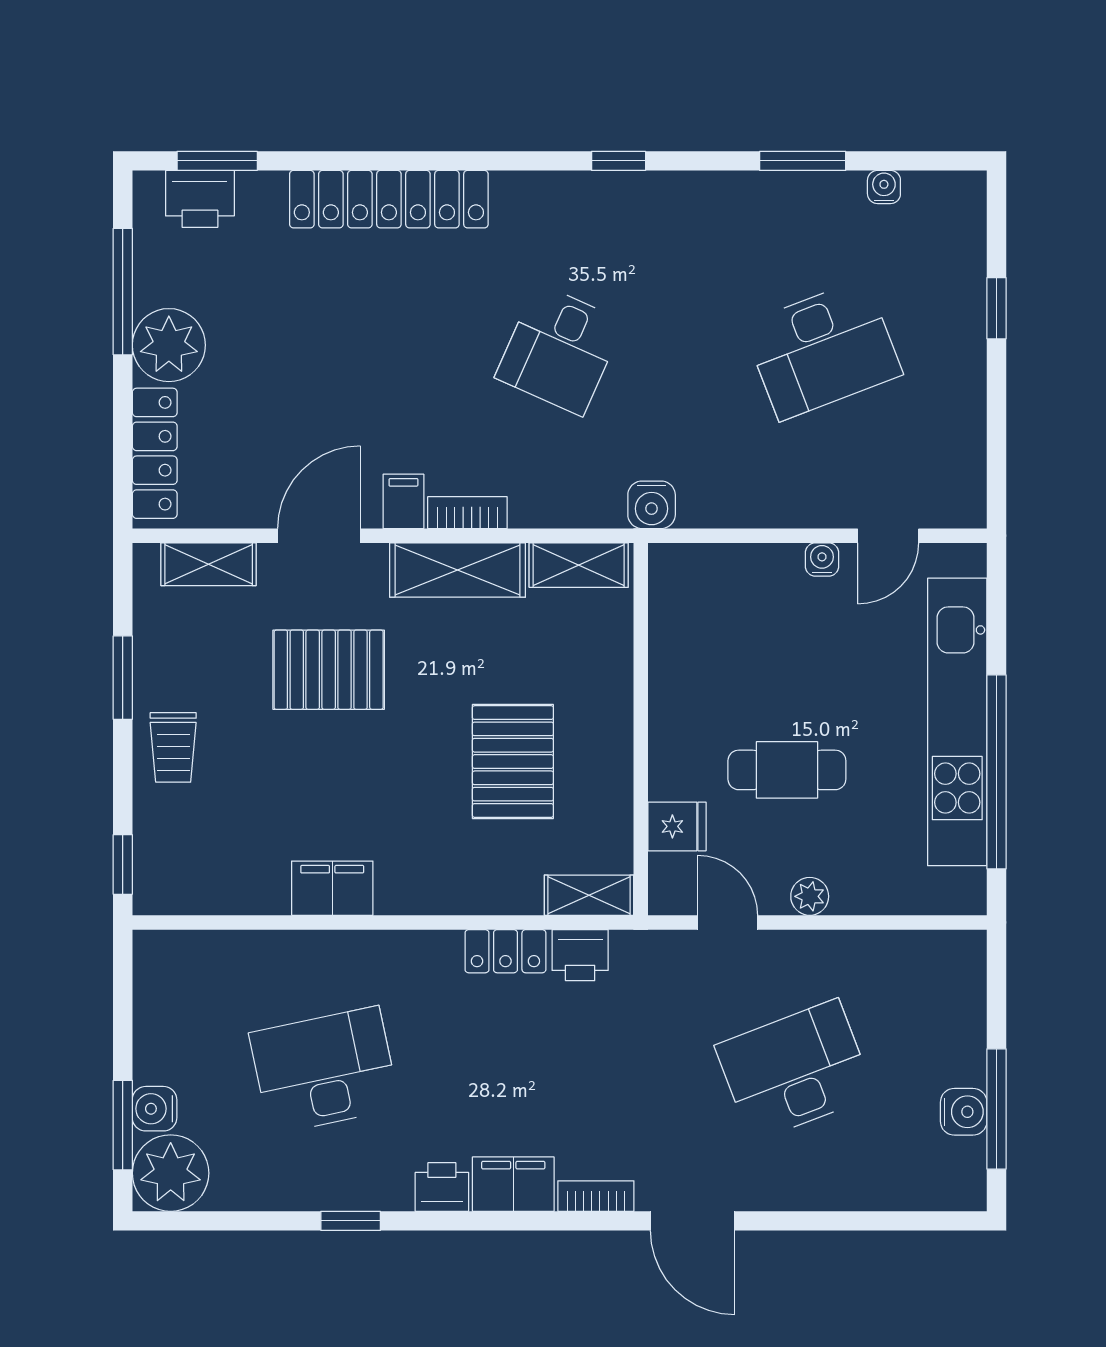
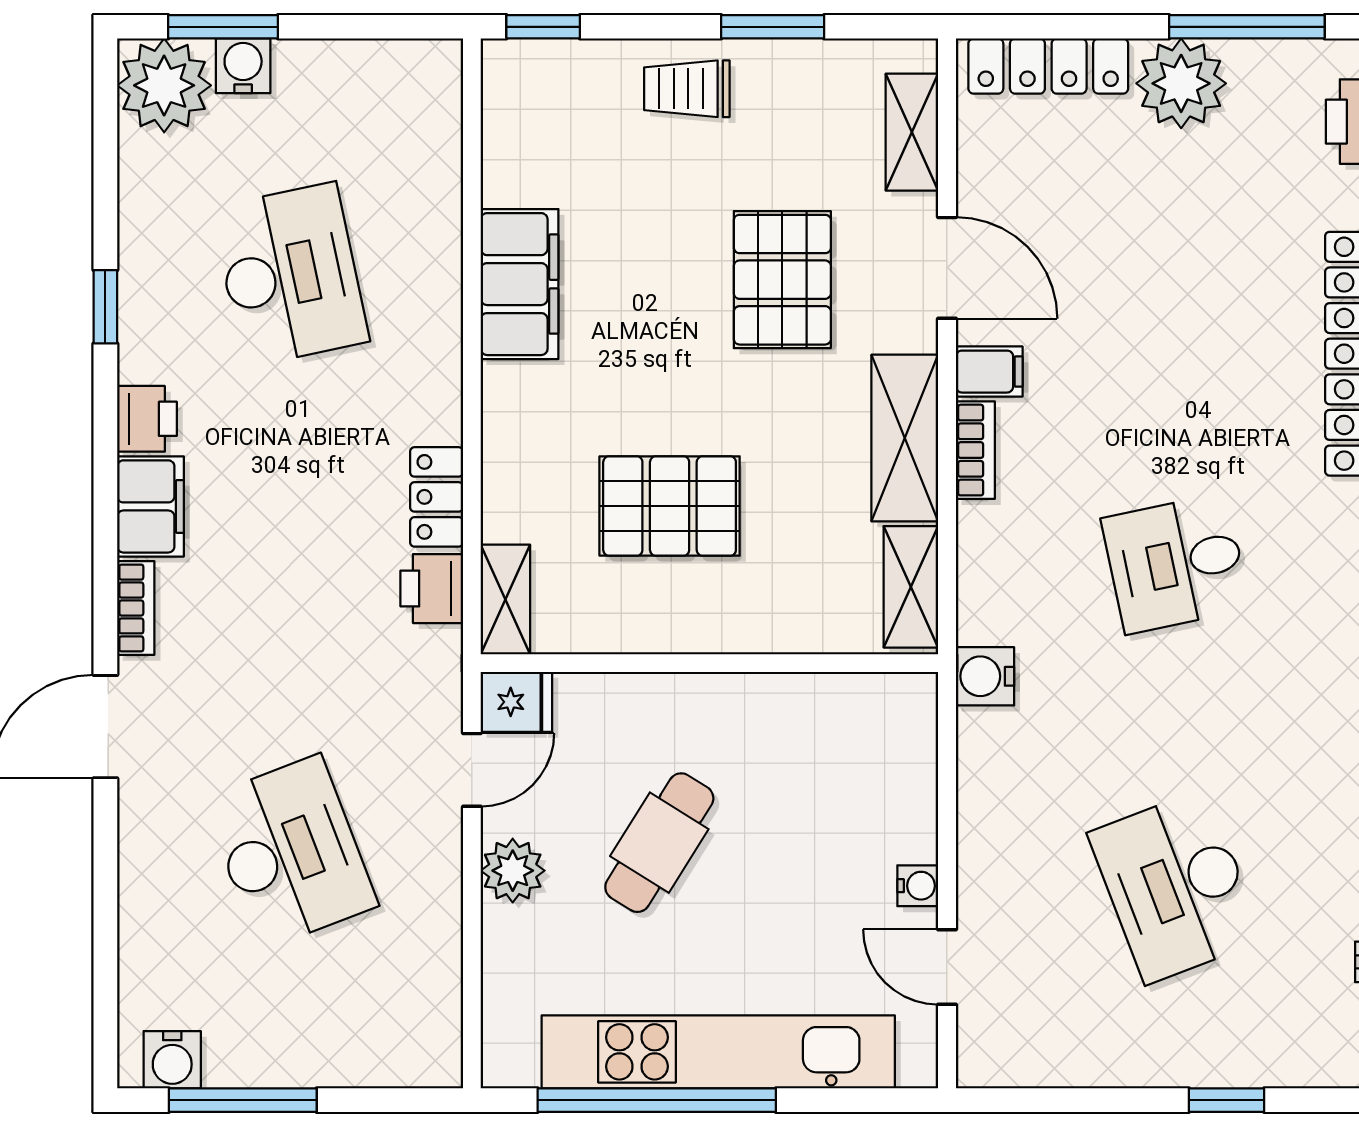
desk: (560, 349) -> (1176, 563), turned -36
cafe table: (787, 770) -> (659, 843), turned 32
fridge: (677, 826) -> (516, 702), moved, turned -90
filing cabinet: (332, 888) -> (520, 284), width x1.50, depth x1.17
plant: (810, 896) -> (513, 871), width x1.38, depth x1.38
water cooler: (964, 1112) -> (172, 1060), moved

